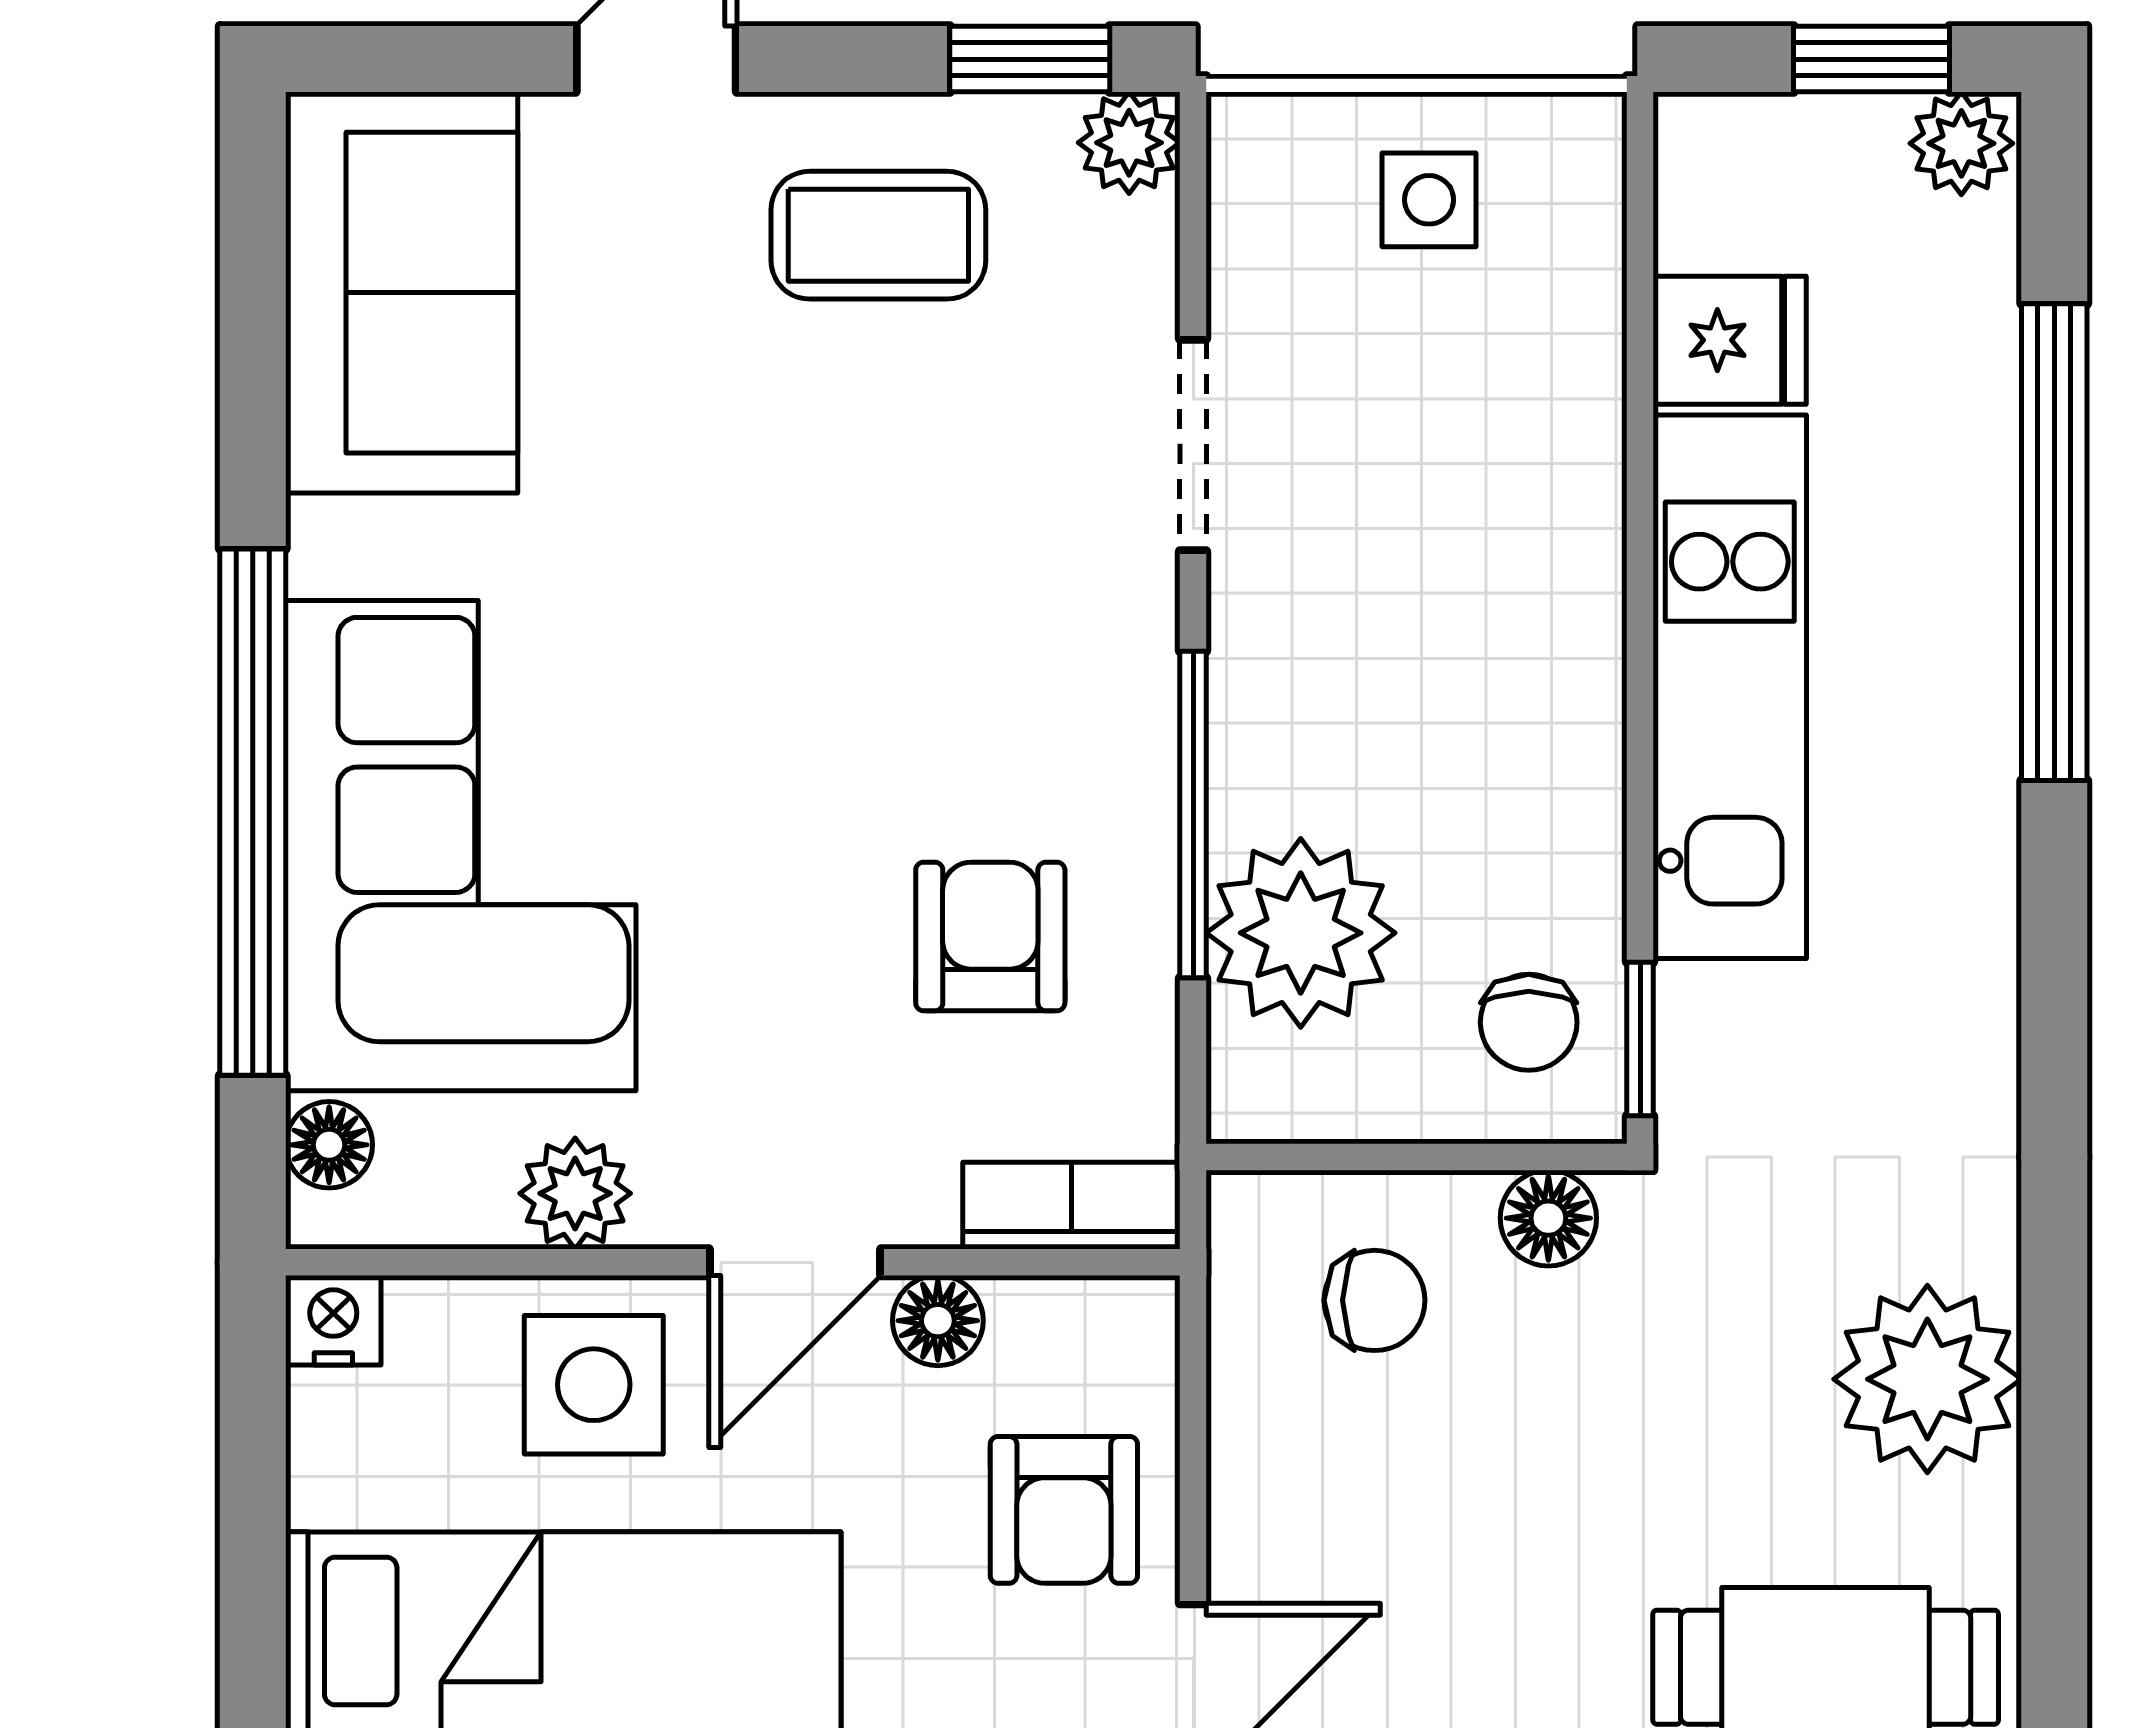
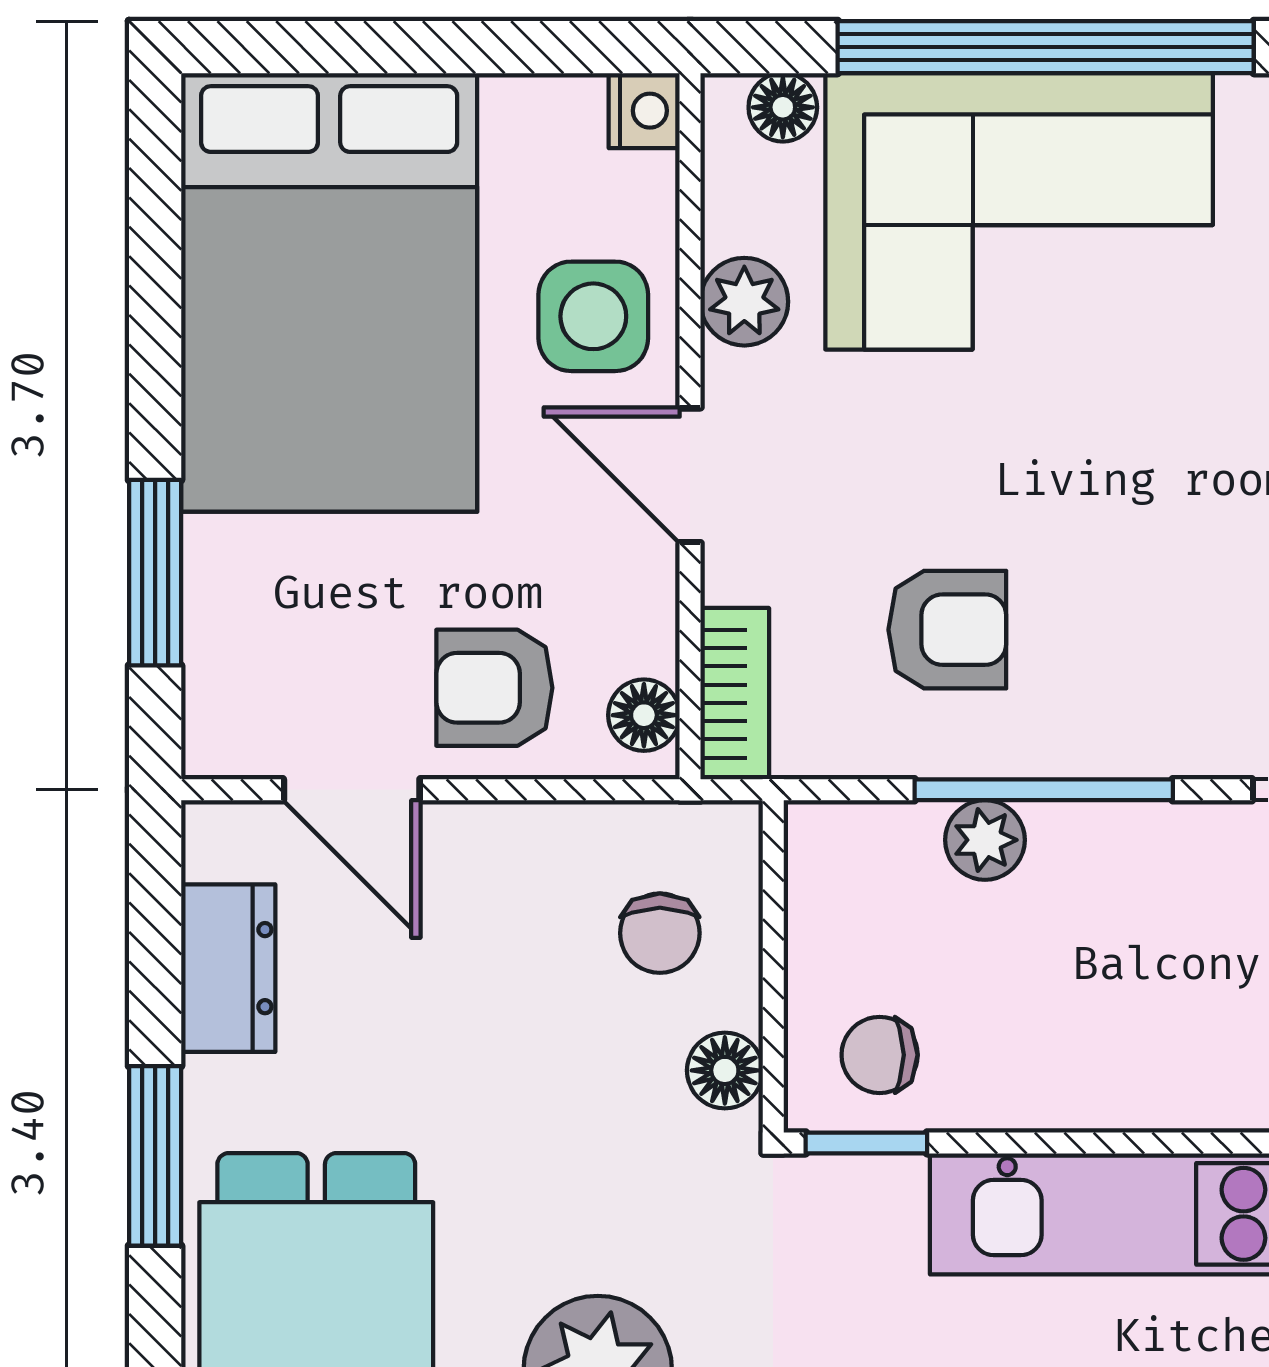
plant: (1301, 933) -> (985, 840), width x0.53, depth x0.53
floor lamp: (938, 1321) -> (644, 715), moved

